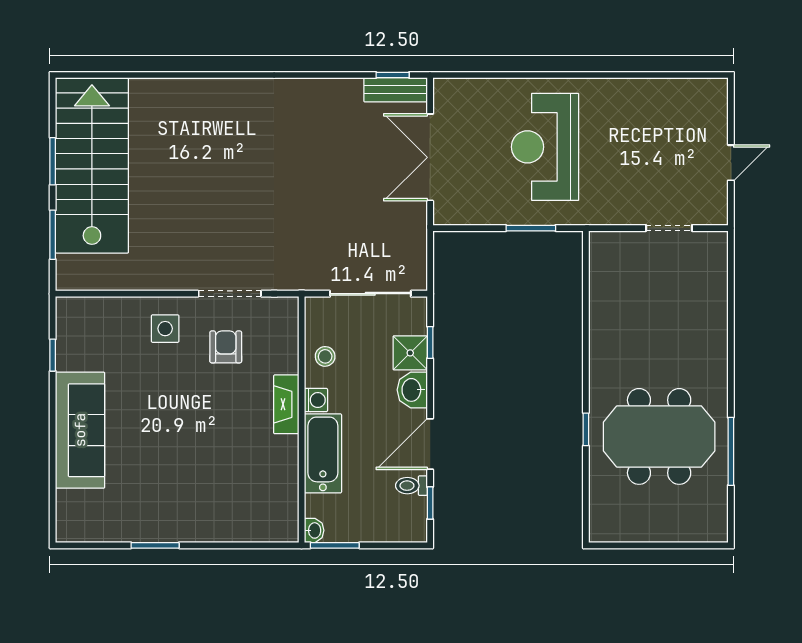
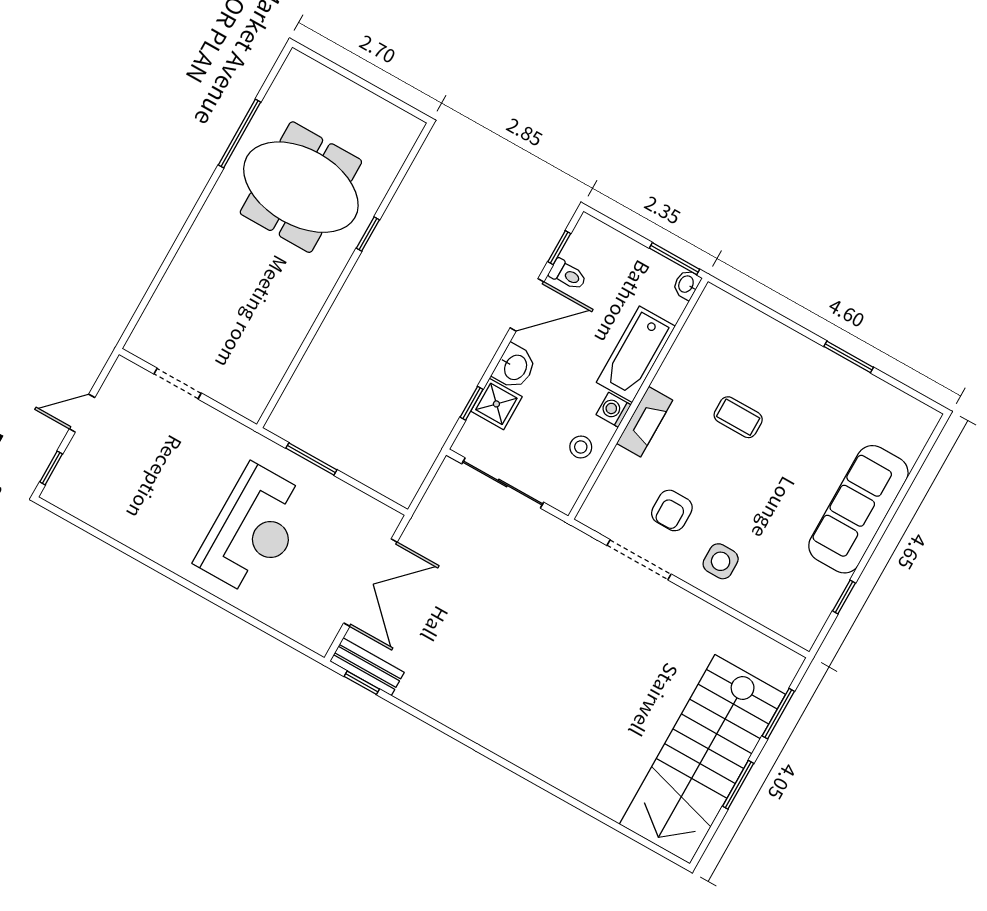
window: (731, 106) -> (51, 468), added
coffee table: (215, 449) -> (738, 417), added

